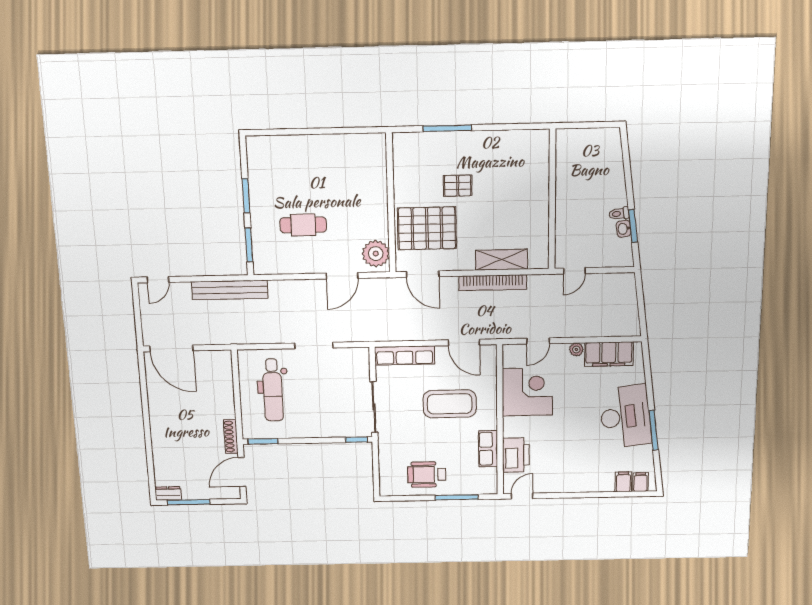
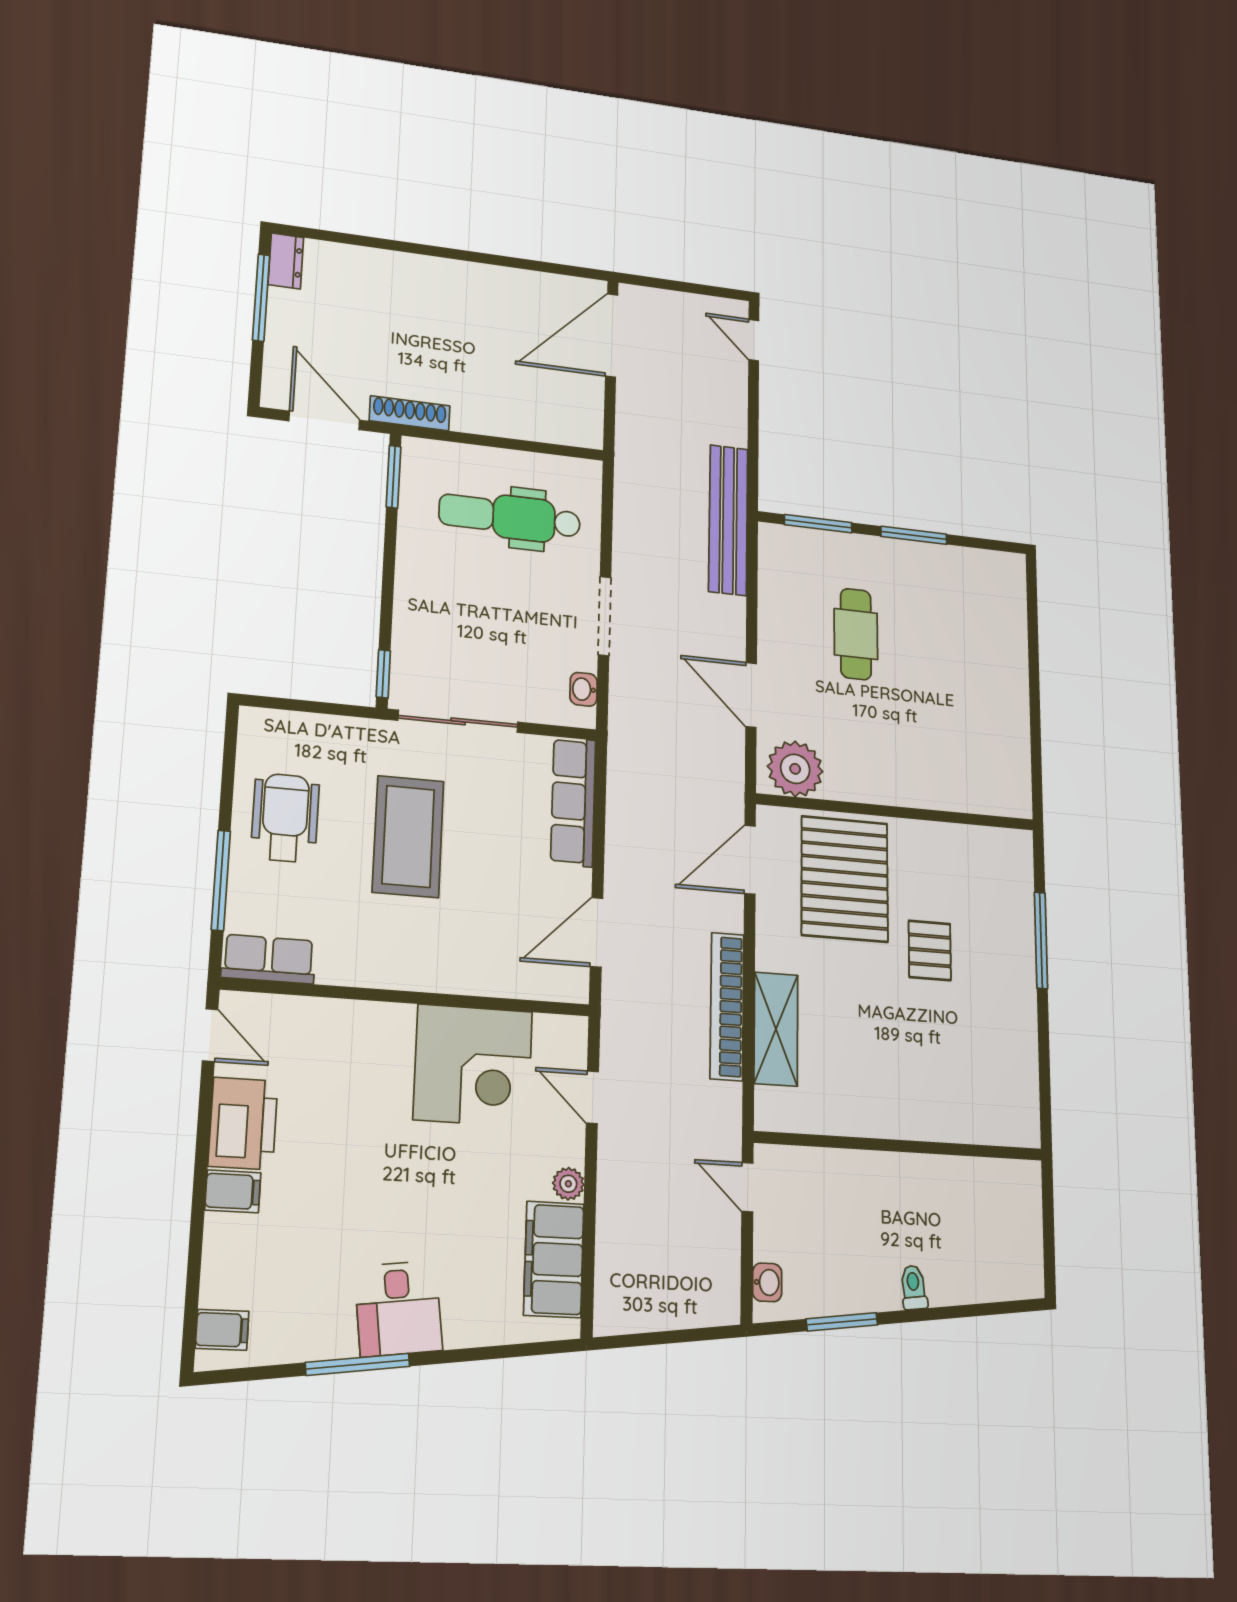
toilet: (619, 214) -> (914, 1287), moved
washbasin: (624, 229) -> (767, 1282), moved, turned 97
bench: (230, 290) -> (728, 520), moved
washbasin: (351, 353) -> (584, 689), added
coffee table: (450, 404) -> (408, 836), moved
desk: (625, 417) -> (398, 1309), width x0.53, depth x0.77
row of seats: (488, 449) -> (269, 959), moved
printer: (516, 455) -> (243, 1124), moved, turned -90
filing cabinet: (623, 482) -> (233, 1191), moved

